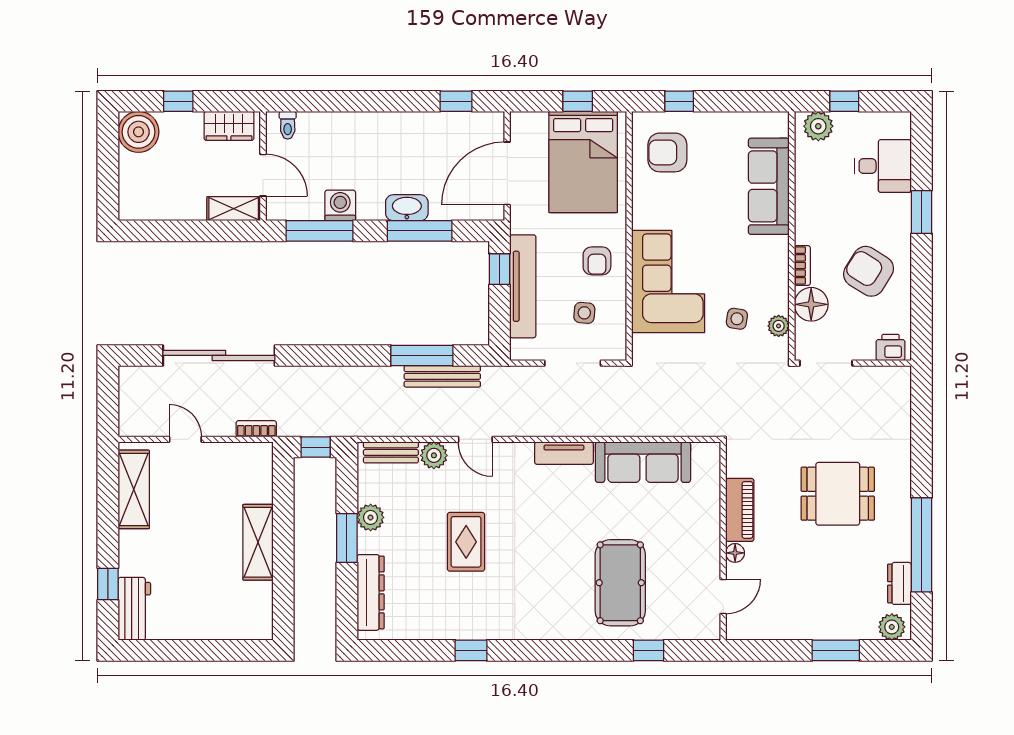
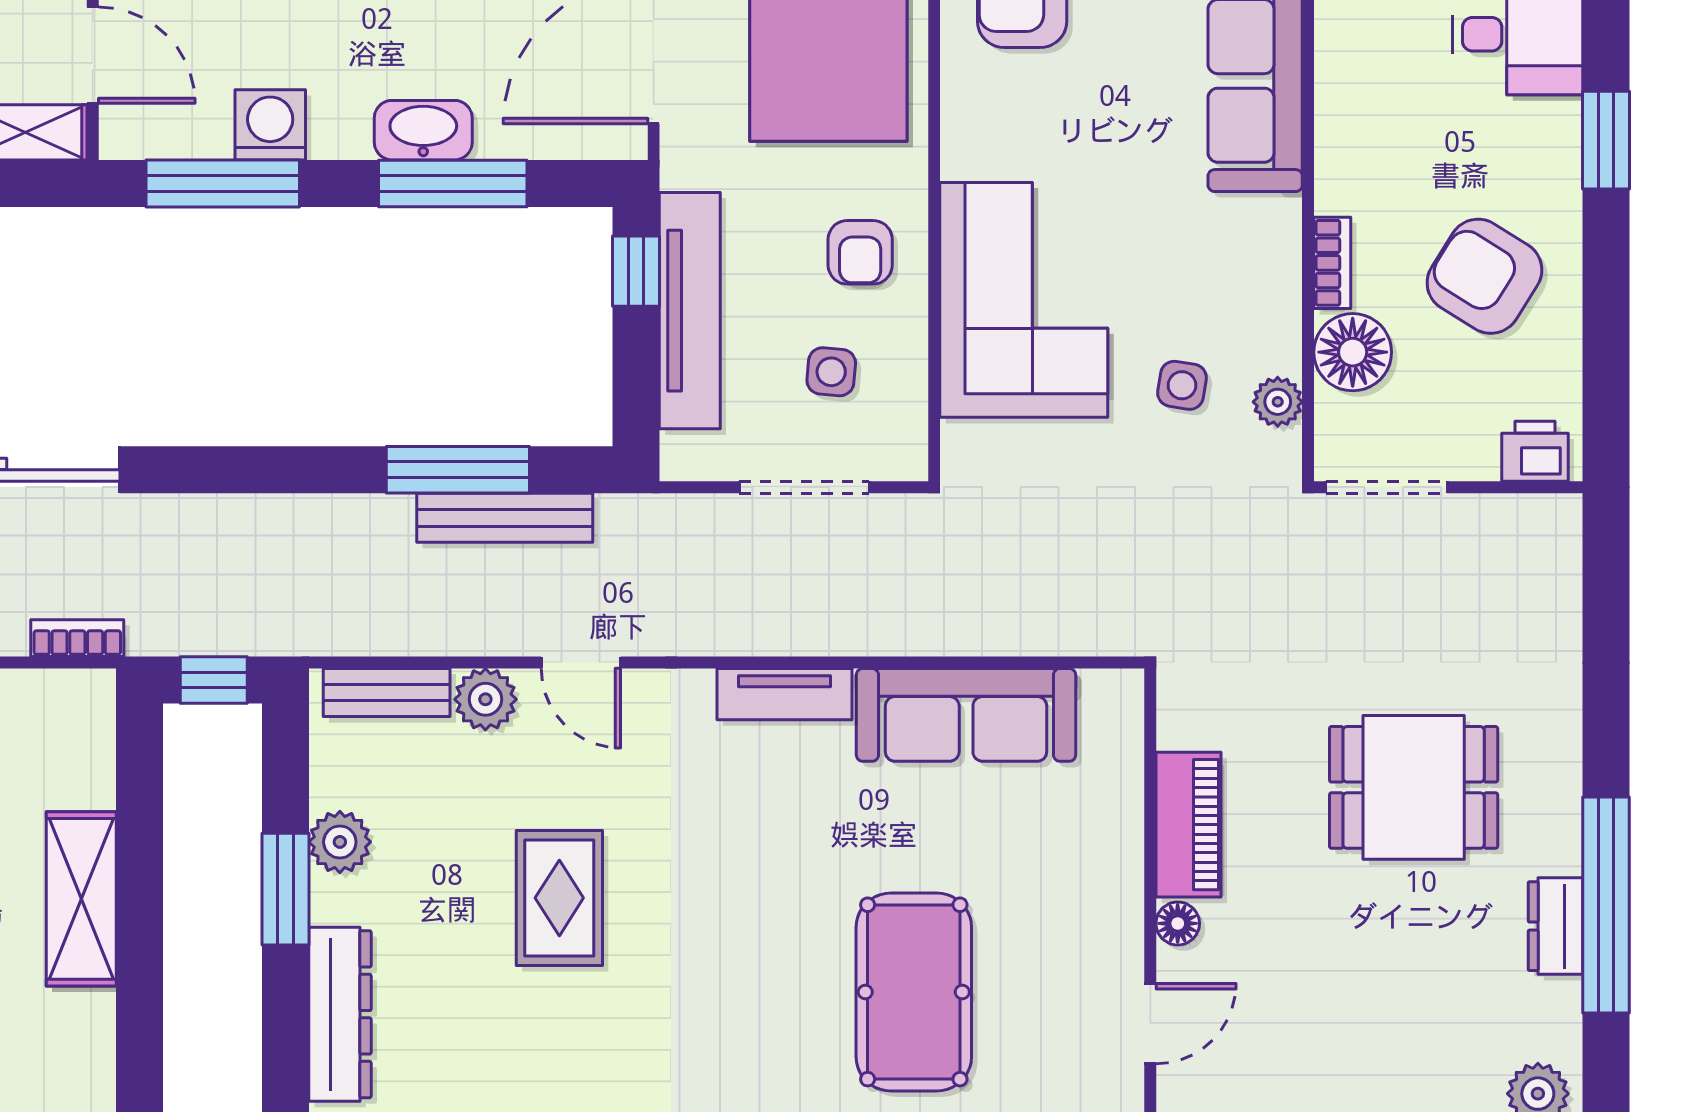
dresser: (899, 583) -> (1555, 926), moved

